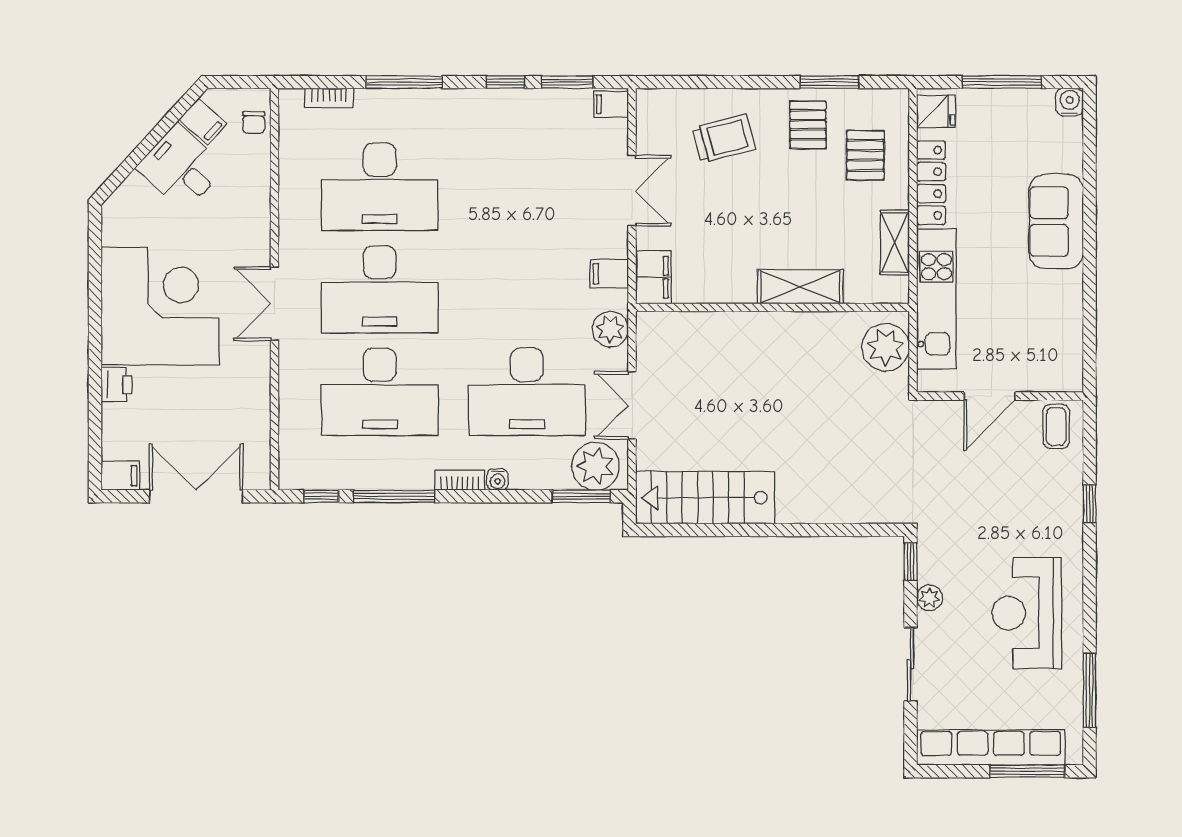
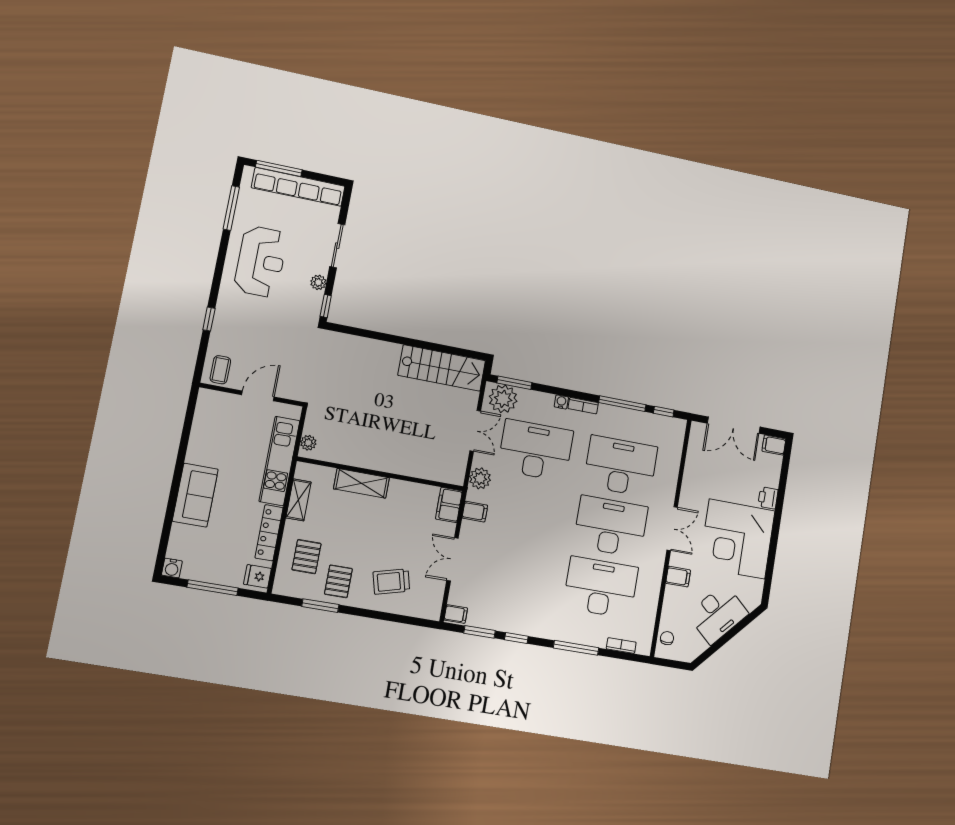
filing cabinet: (203, 122) -> (678, 577), moved, turned 138
desk: (181, 168) -> (718, 614), width x1.37
plant: (885, 347) -> (308, 443), width x0.53, depth x0.53

